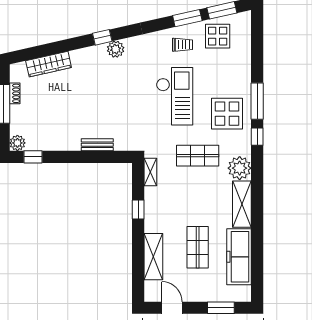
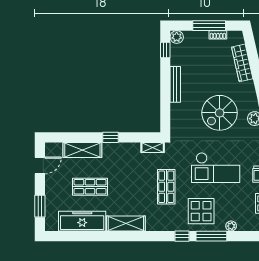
spiral stairs: (109, 91) -> (220, 113), added
bench: (97, 145) -> (175, 84), moved, width x1.36
plant: (240, 168) -> (231, 226), moved, width x0.53, depth x0.53
window: (138, 209) -> (111, 137), moved

